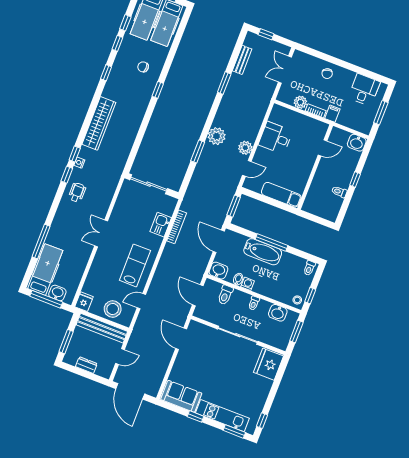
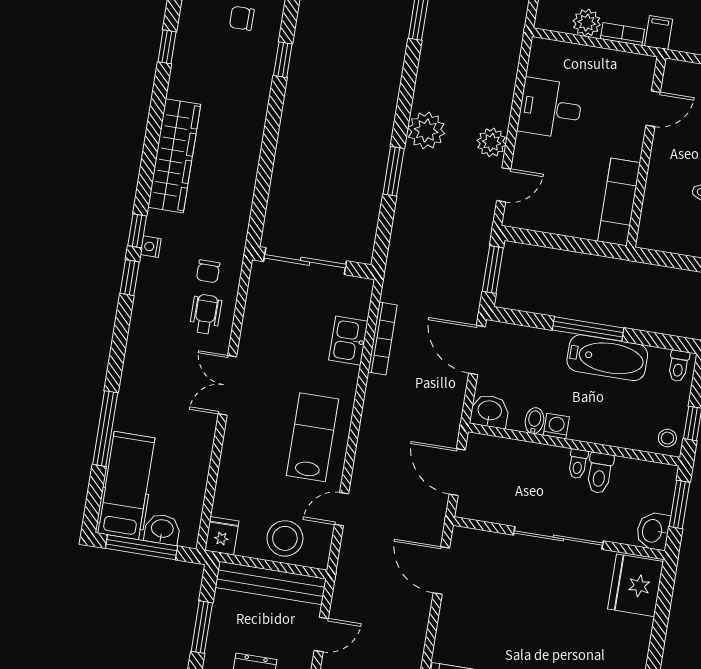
chair: (103, 179) -> (208, 271), added
wheelchair: (77, 192) -> (206, 314), moved
exam couch: (281, 195) -> (619, 202), moved, turned -90
bathtub: (263, 252) -> (607, 358), moved
toilet: (225, 295) -> (600, 473), moved
washbasin: (278, 313) -> (653, 531), moved, turned 90

